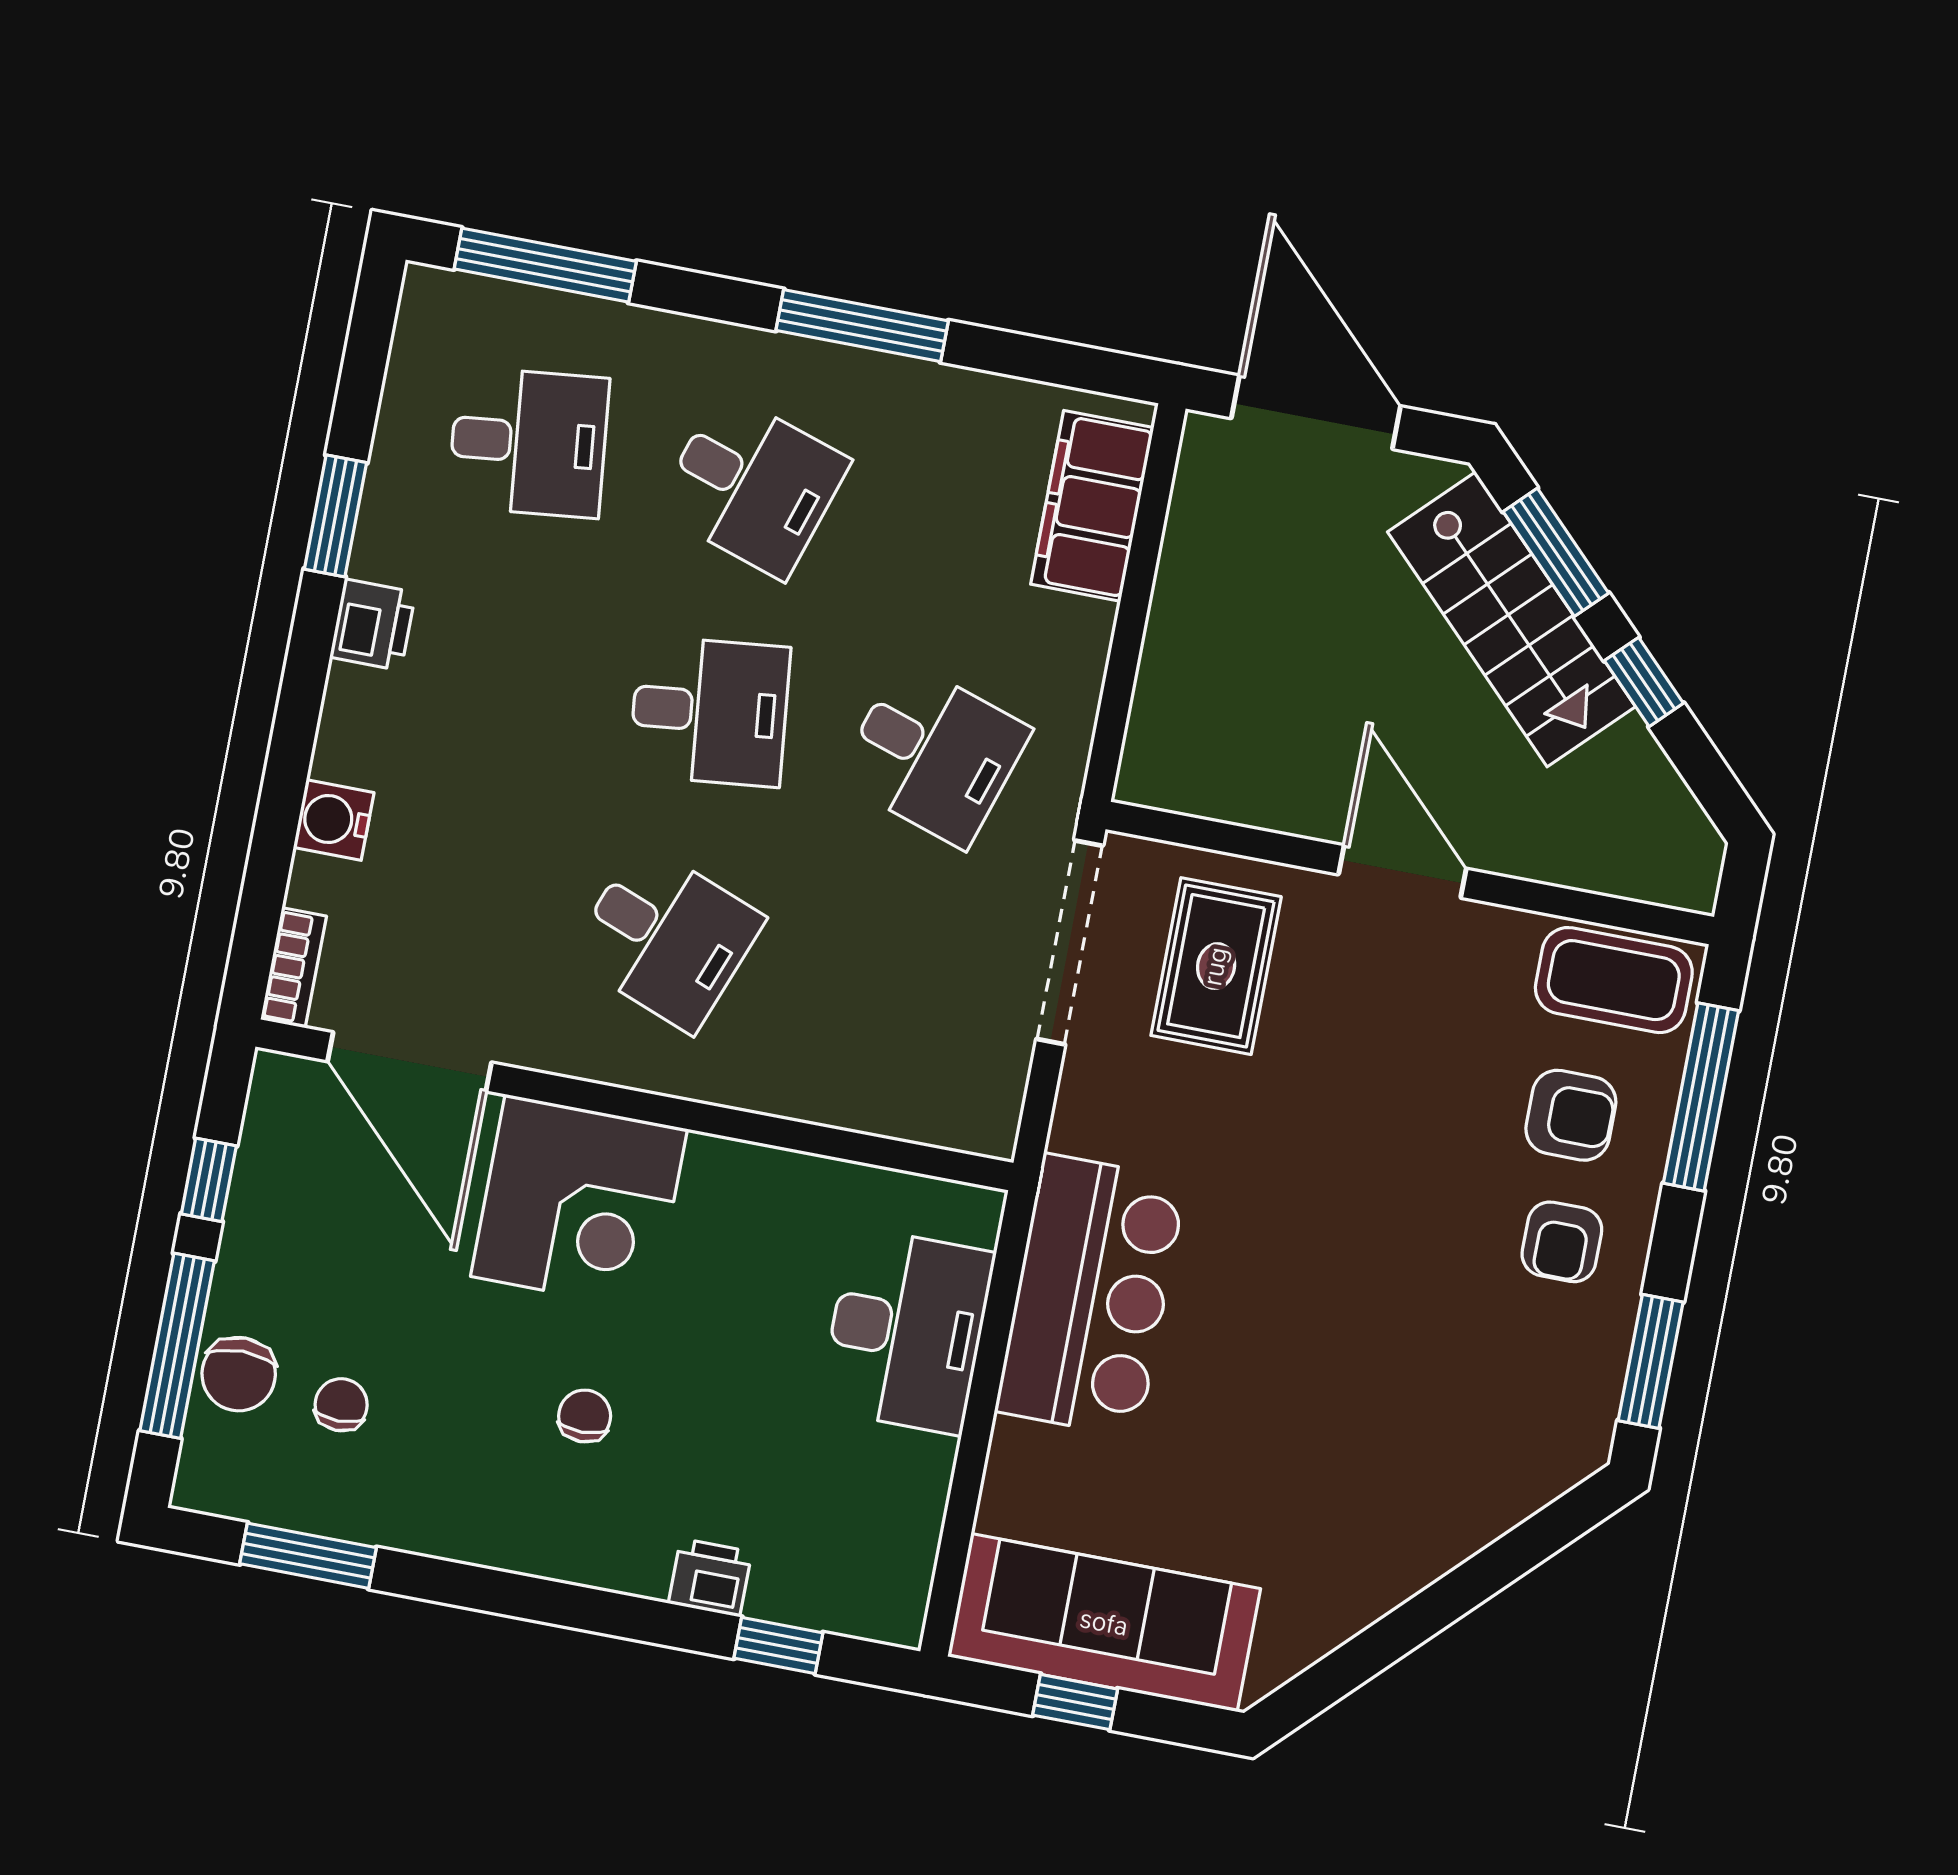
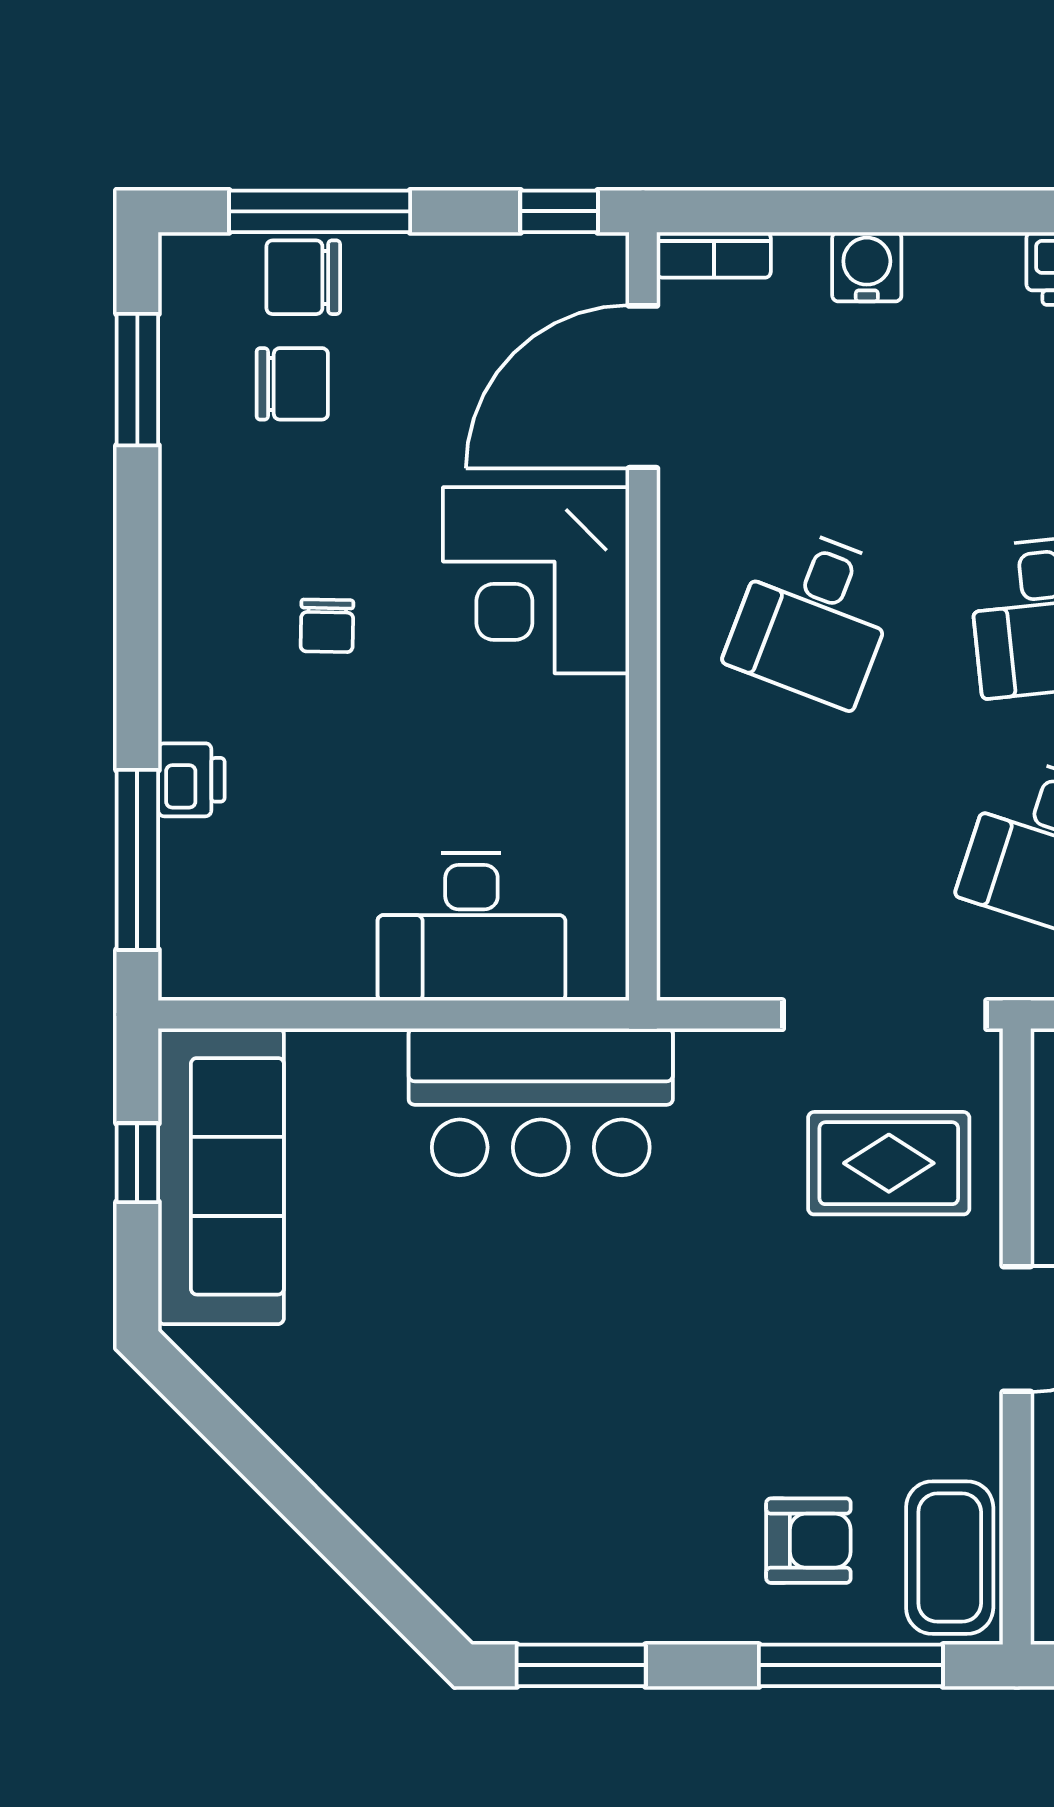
armchair: (1571, 1115) -> (808, 1541), turned -90
window: (209, 1180) -> (559, 211), moved
armchair: (1562, 1242) -> (682, 1556), removed
chair: (341, 1405) -> (292, 384), width x1.37, depth x1.37
chair: (585, 1416) -> (327, 626), turned 92
window: (778, 1645) -> (137, 860), width x2.17

